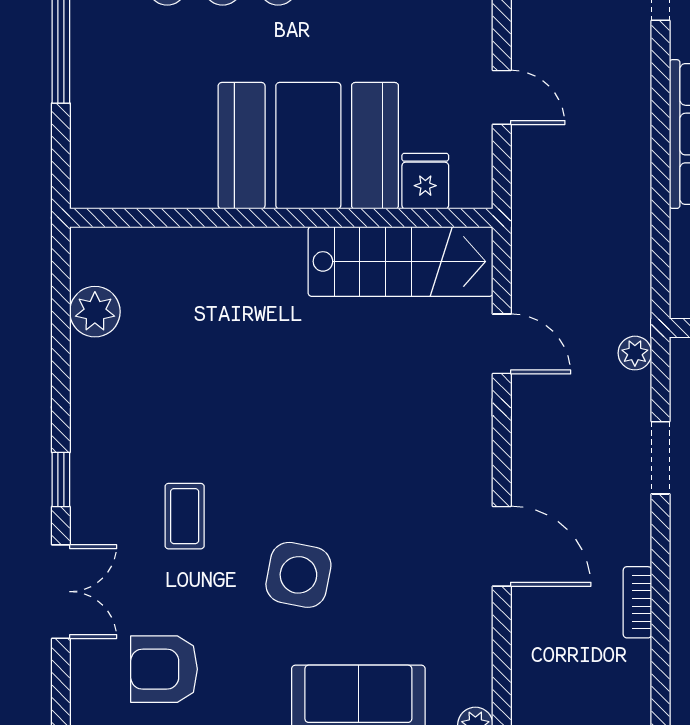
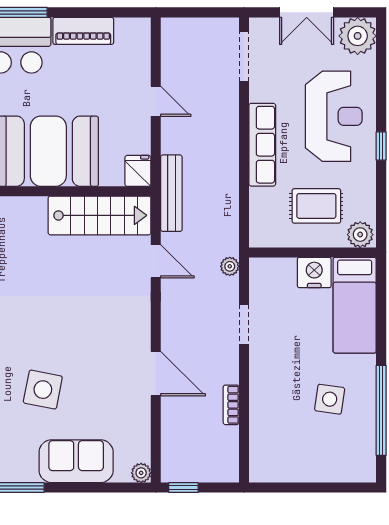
door: (502, 97) -> (156, 101), moved
fridge: (425, 181) -> (138, 171), moved
bench: (530, 221) -> (171, 193), added

